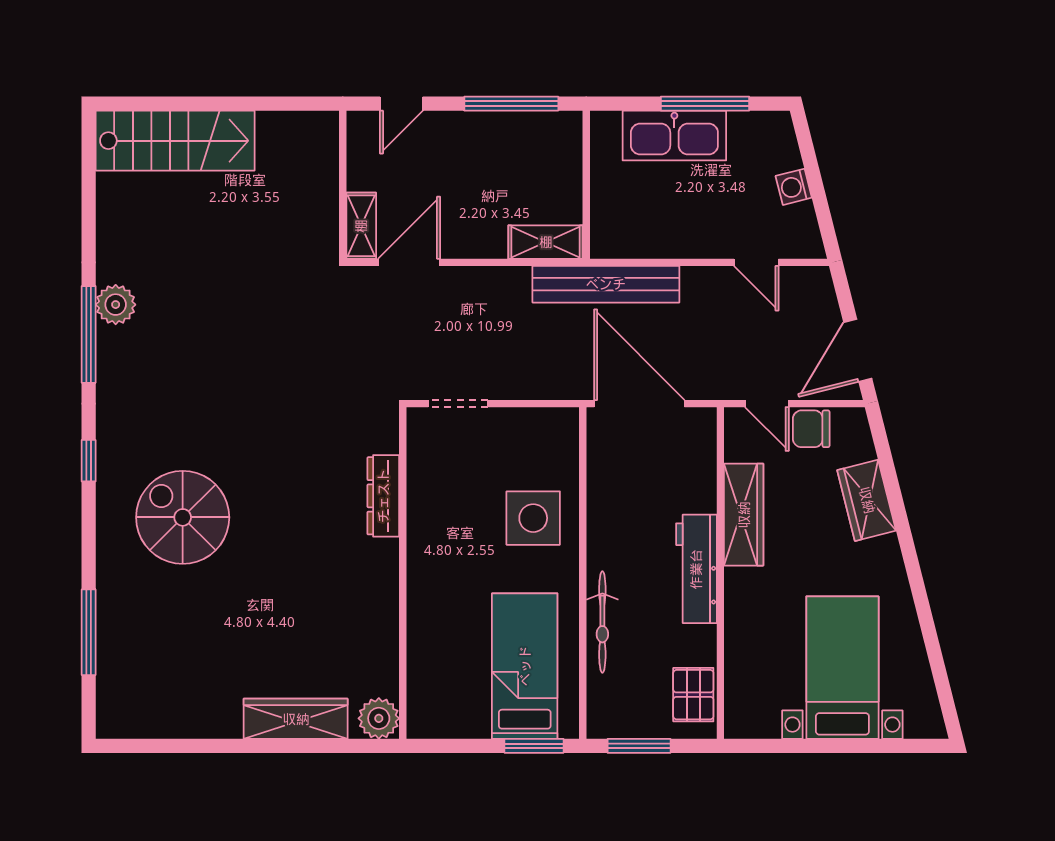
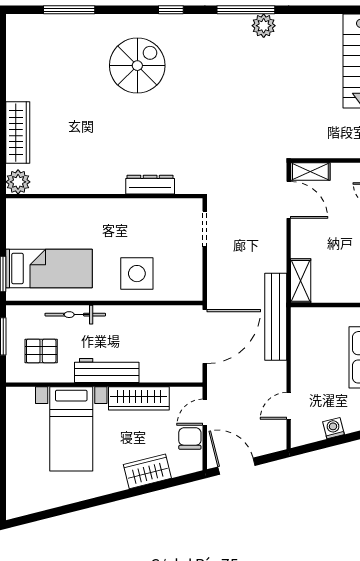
bed with nightstands: (842, 668) -> (71, 429), moved, turned 90
pallet: (693, 695) -> (41, 351), moved

